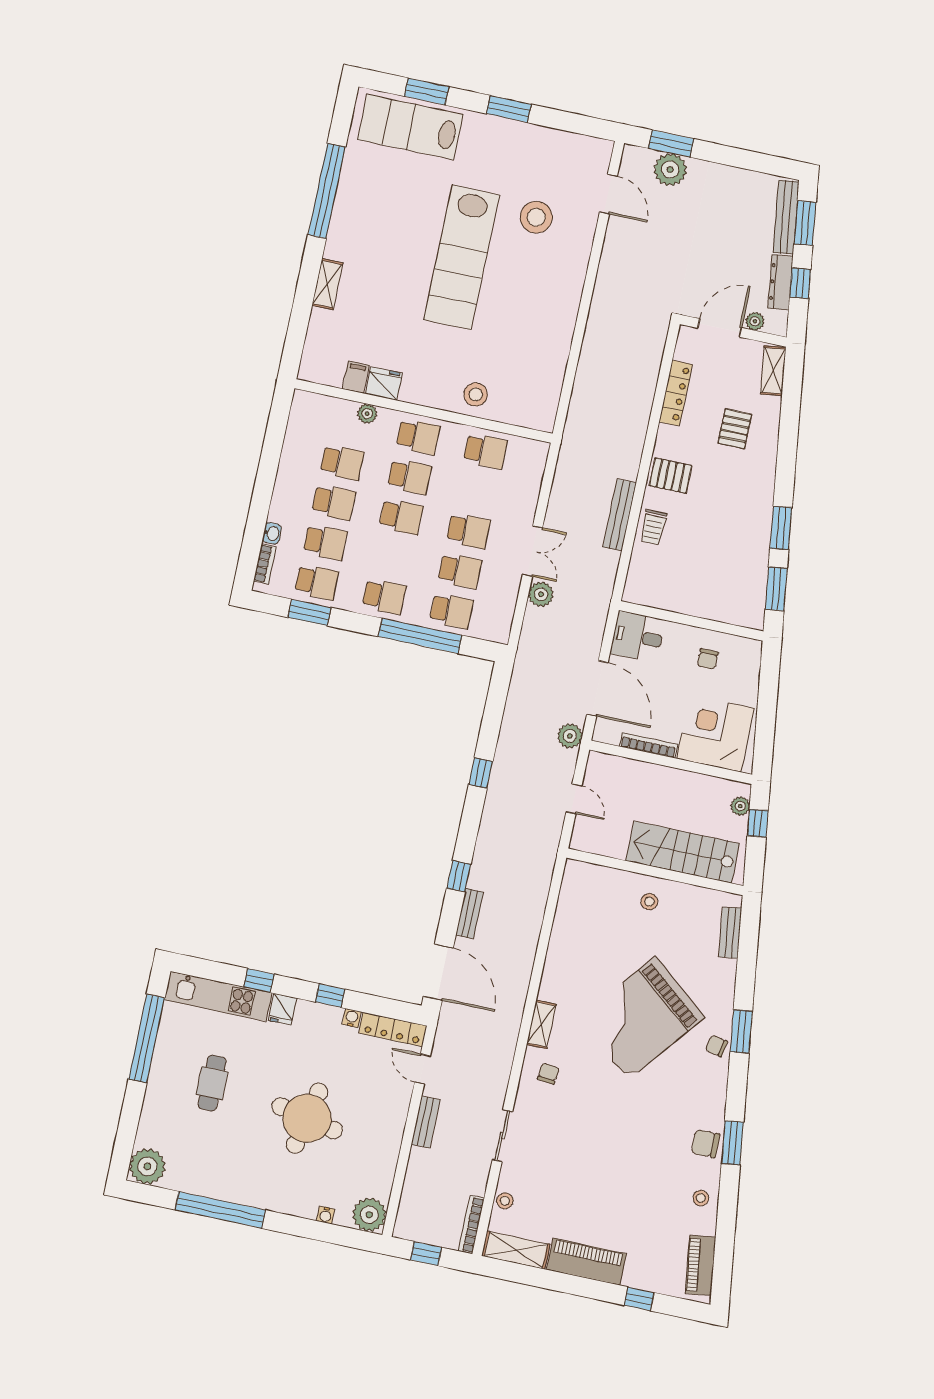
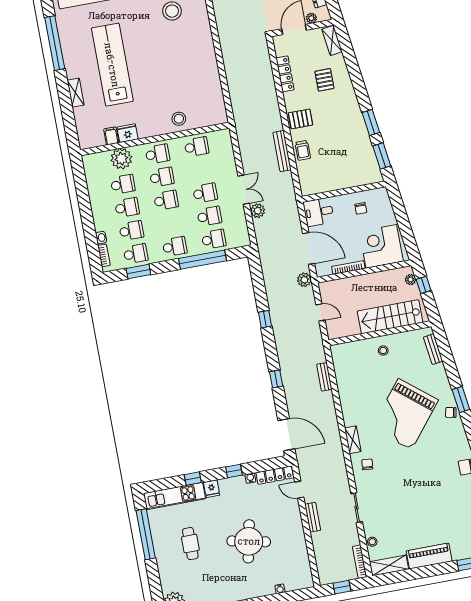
lab bench: (462, 257) -> (112, 65), moved, turned 180
plant: (367, 414) -> (121, 159), width x1.88, depth x1.88
bench: (470, 914) -> (324, 377), moved
plant: (369, 1215) -> (303, 579), removed

